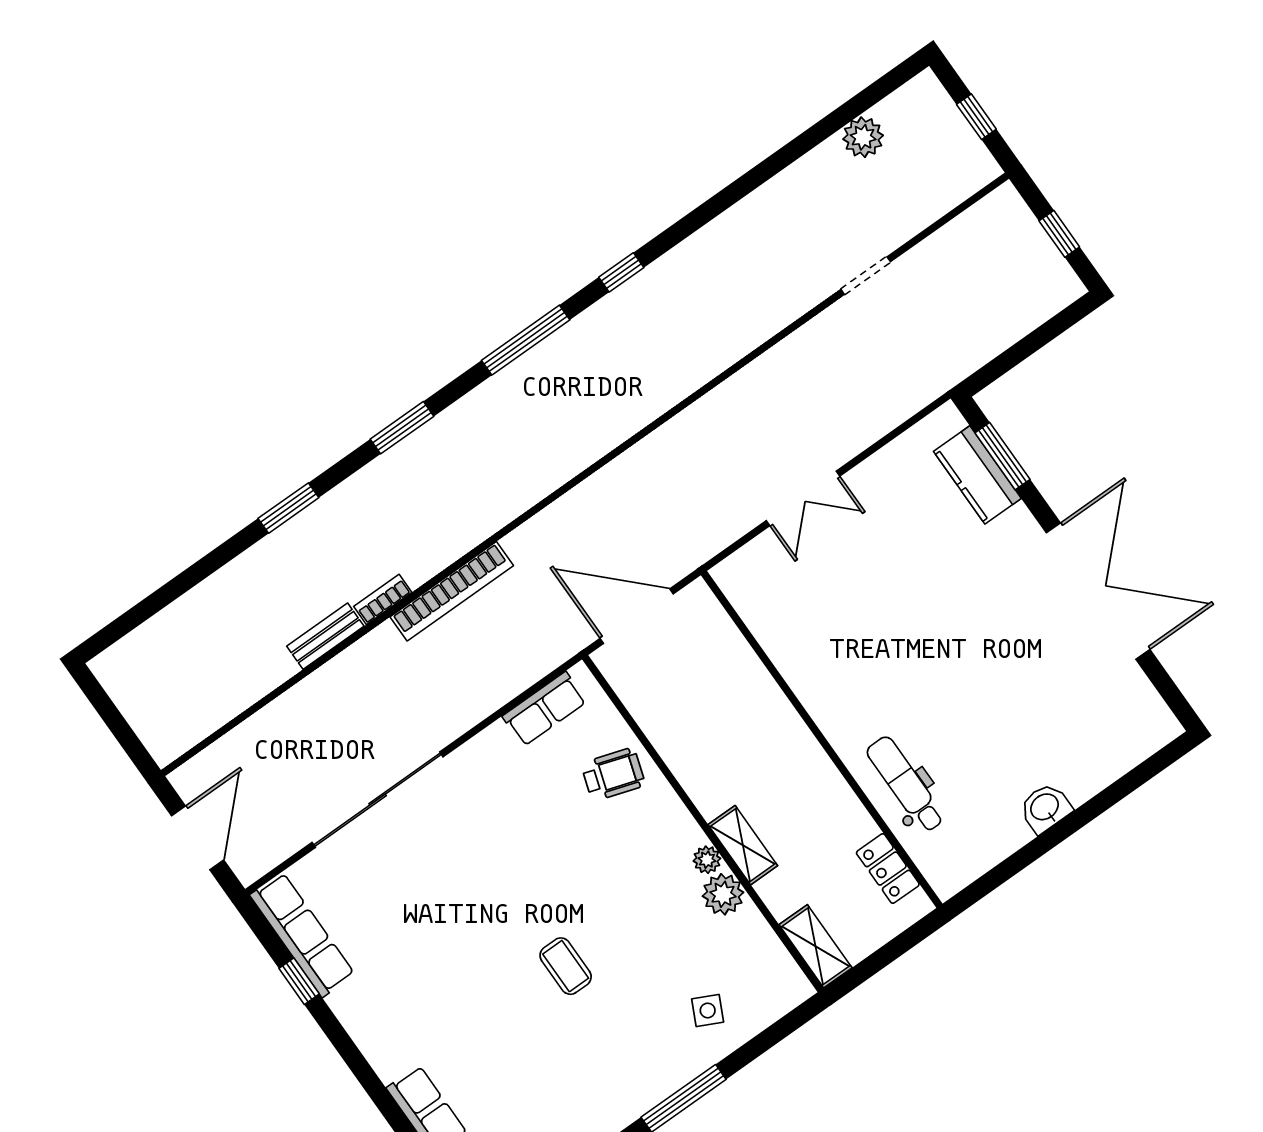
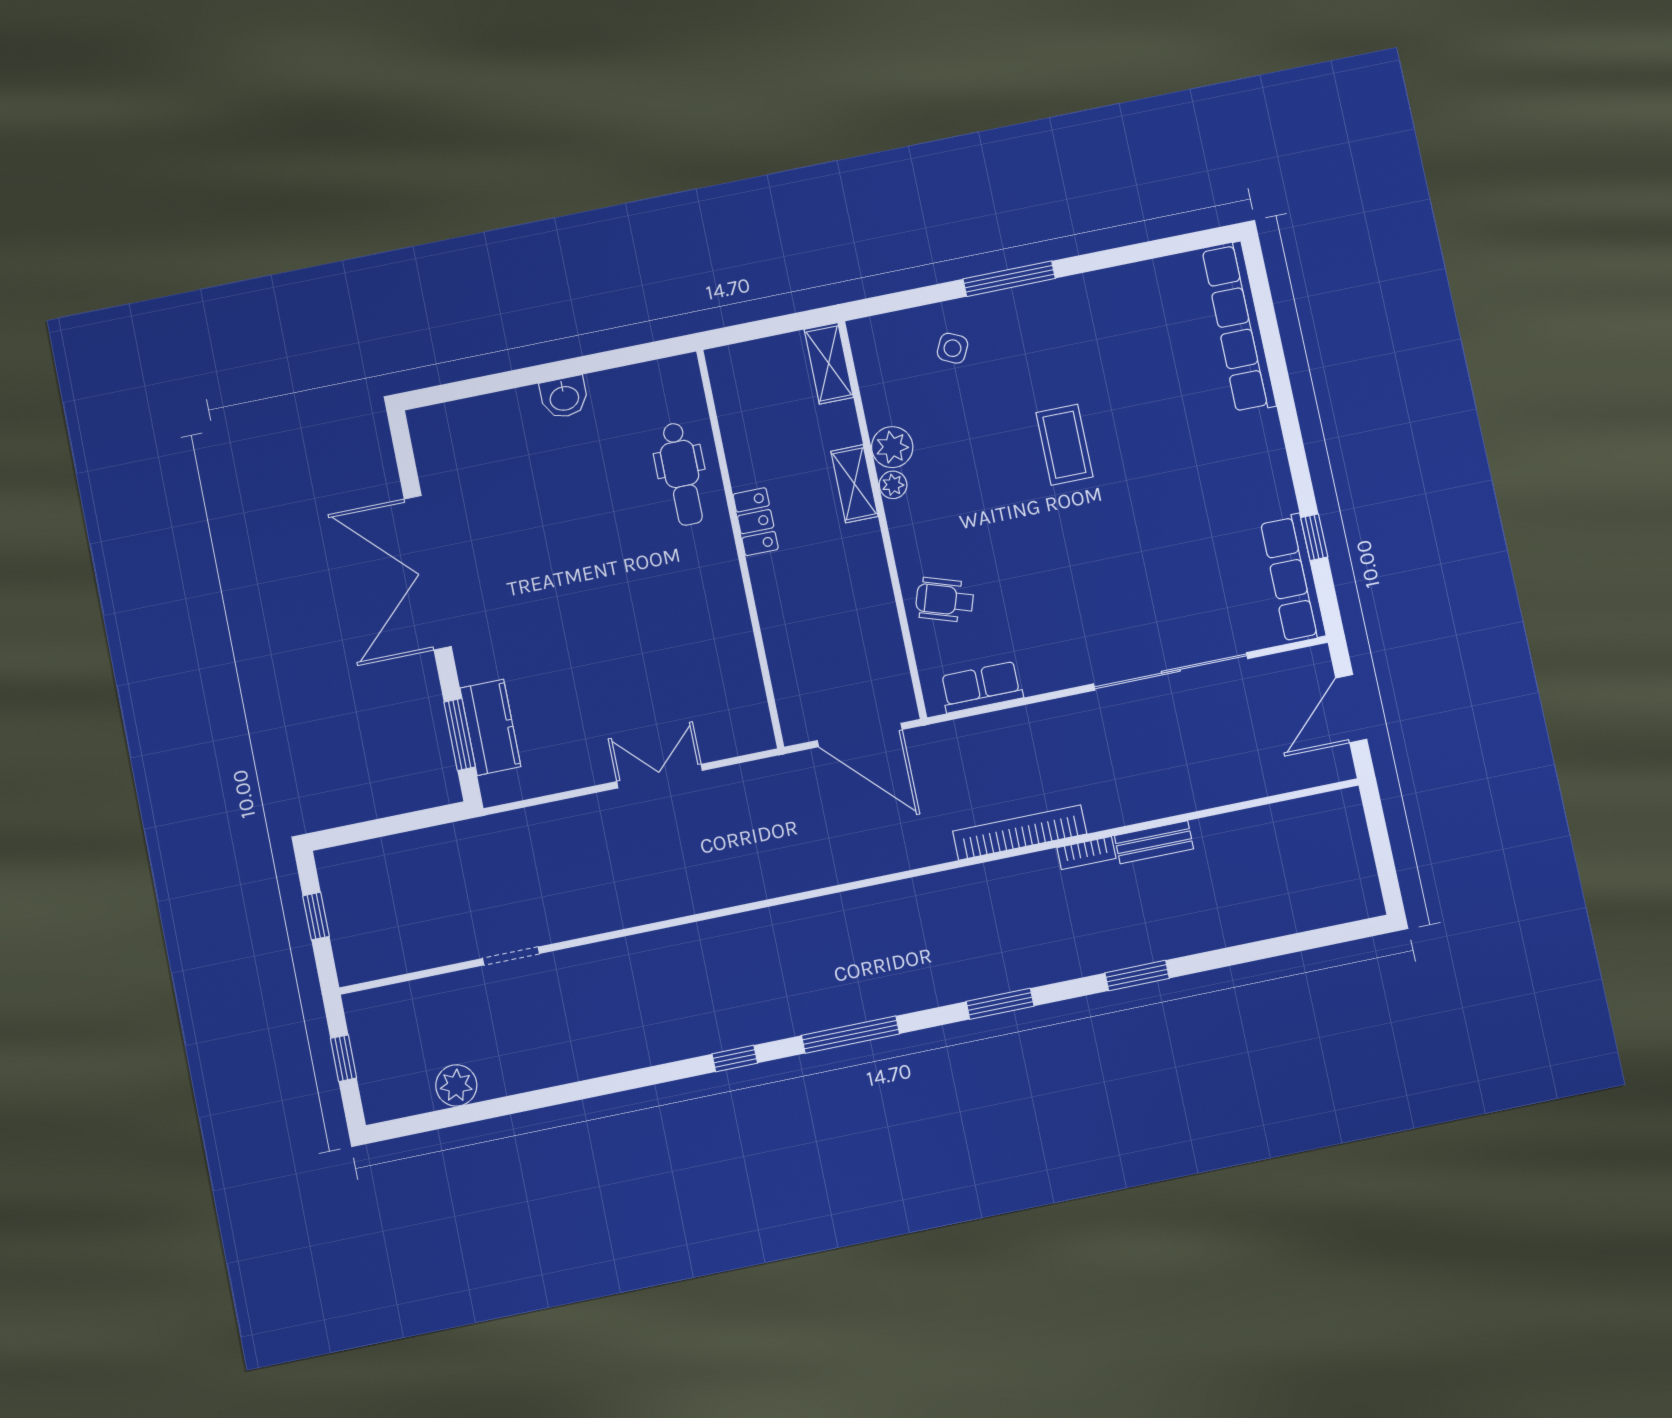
locker: (888, 869) -> (756, 522), moved
coffee table: (566, 966) -> (1064, 445), width x1.36, depth x1.30

